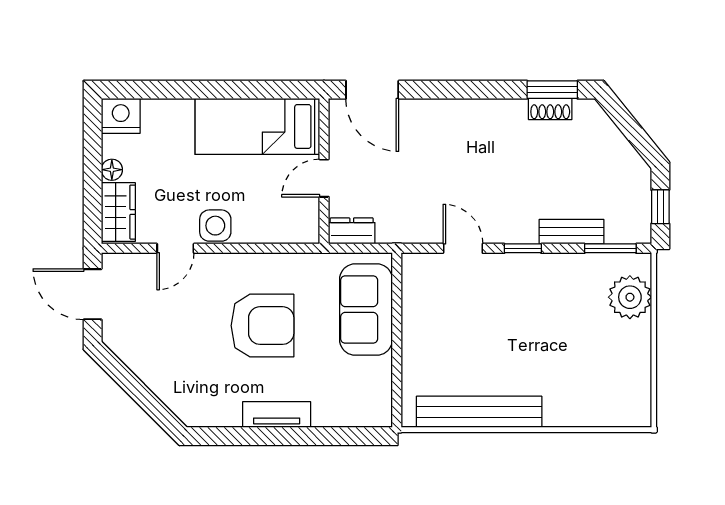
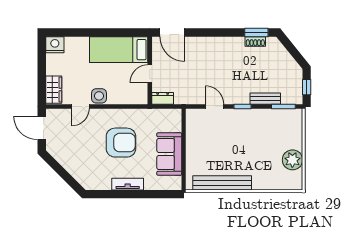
floor lamp: (112, 170) -> (51, 70), removed
plant: (630, 297) -> (292, 160), moved
sofa: (366, 310) -> (169, 154), moved

